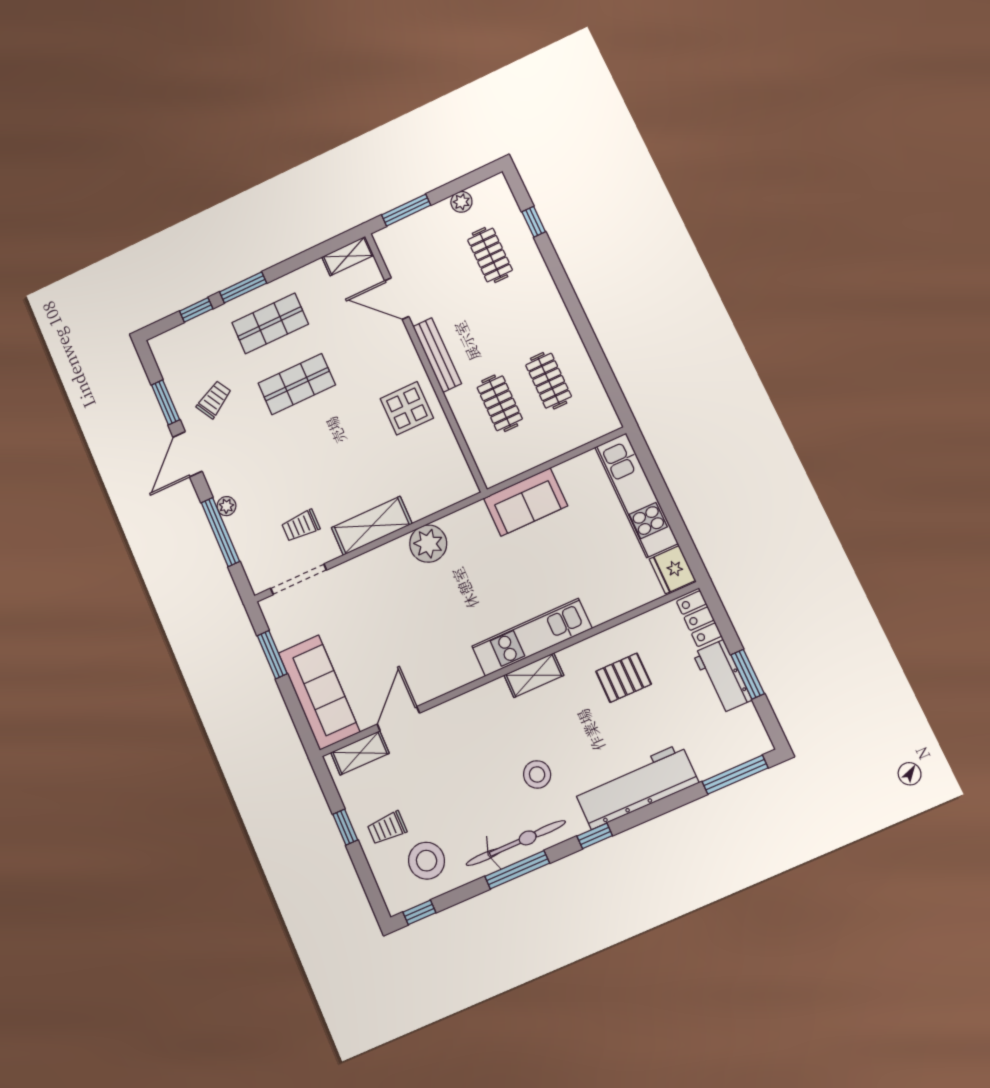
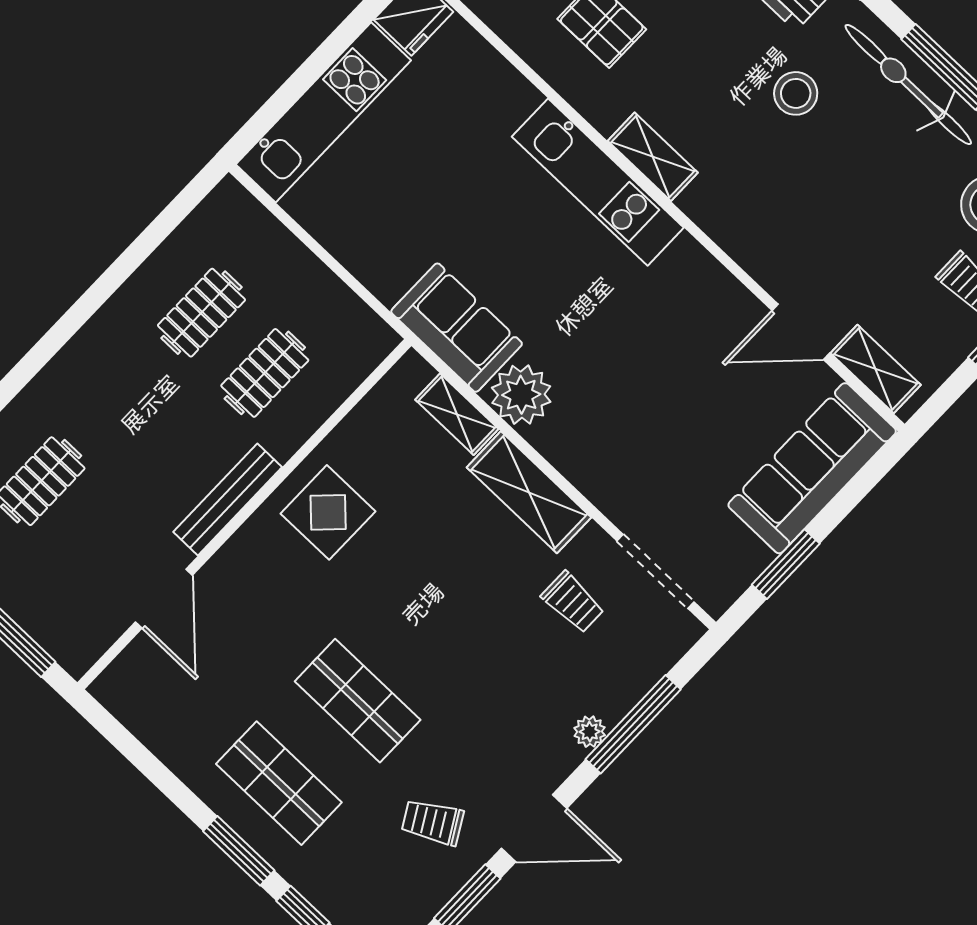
shelving: (348, 256) -> (457, 414), moved
sofa: (525, 502) -> (457, 328), moved

